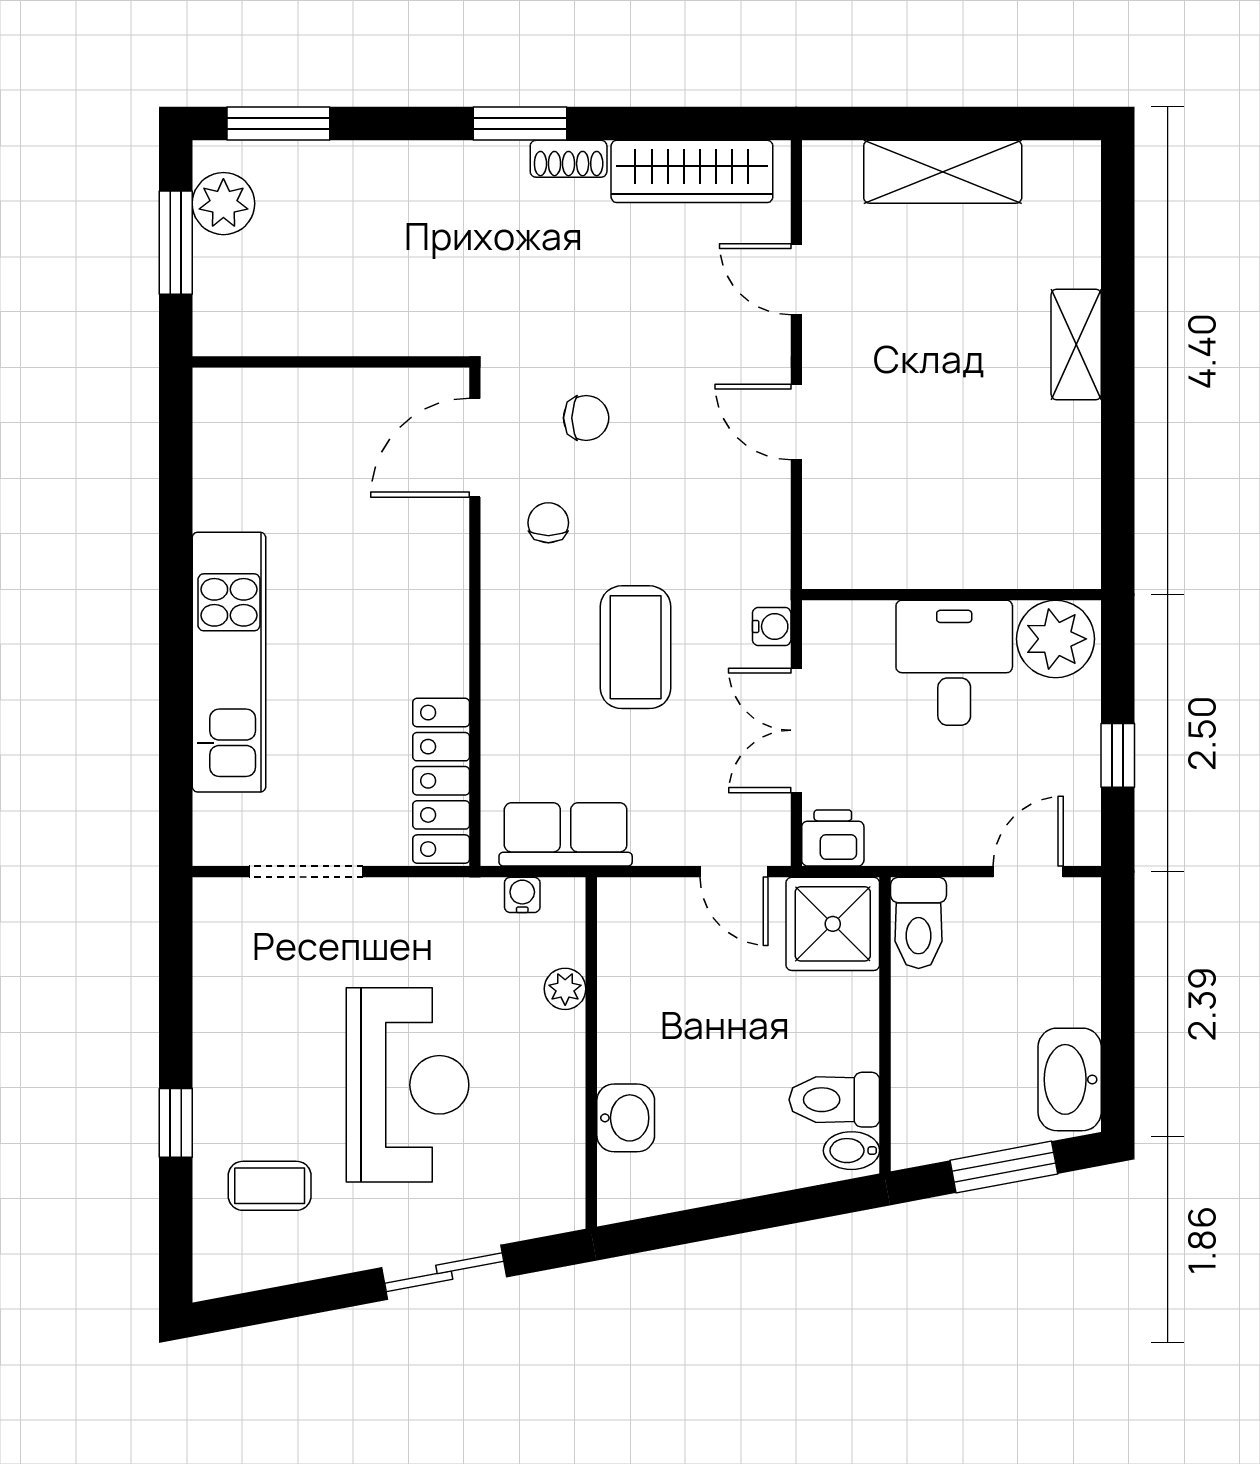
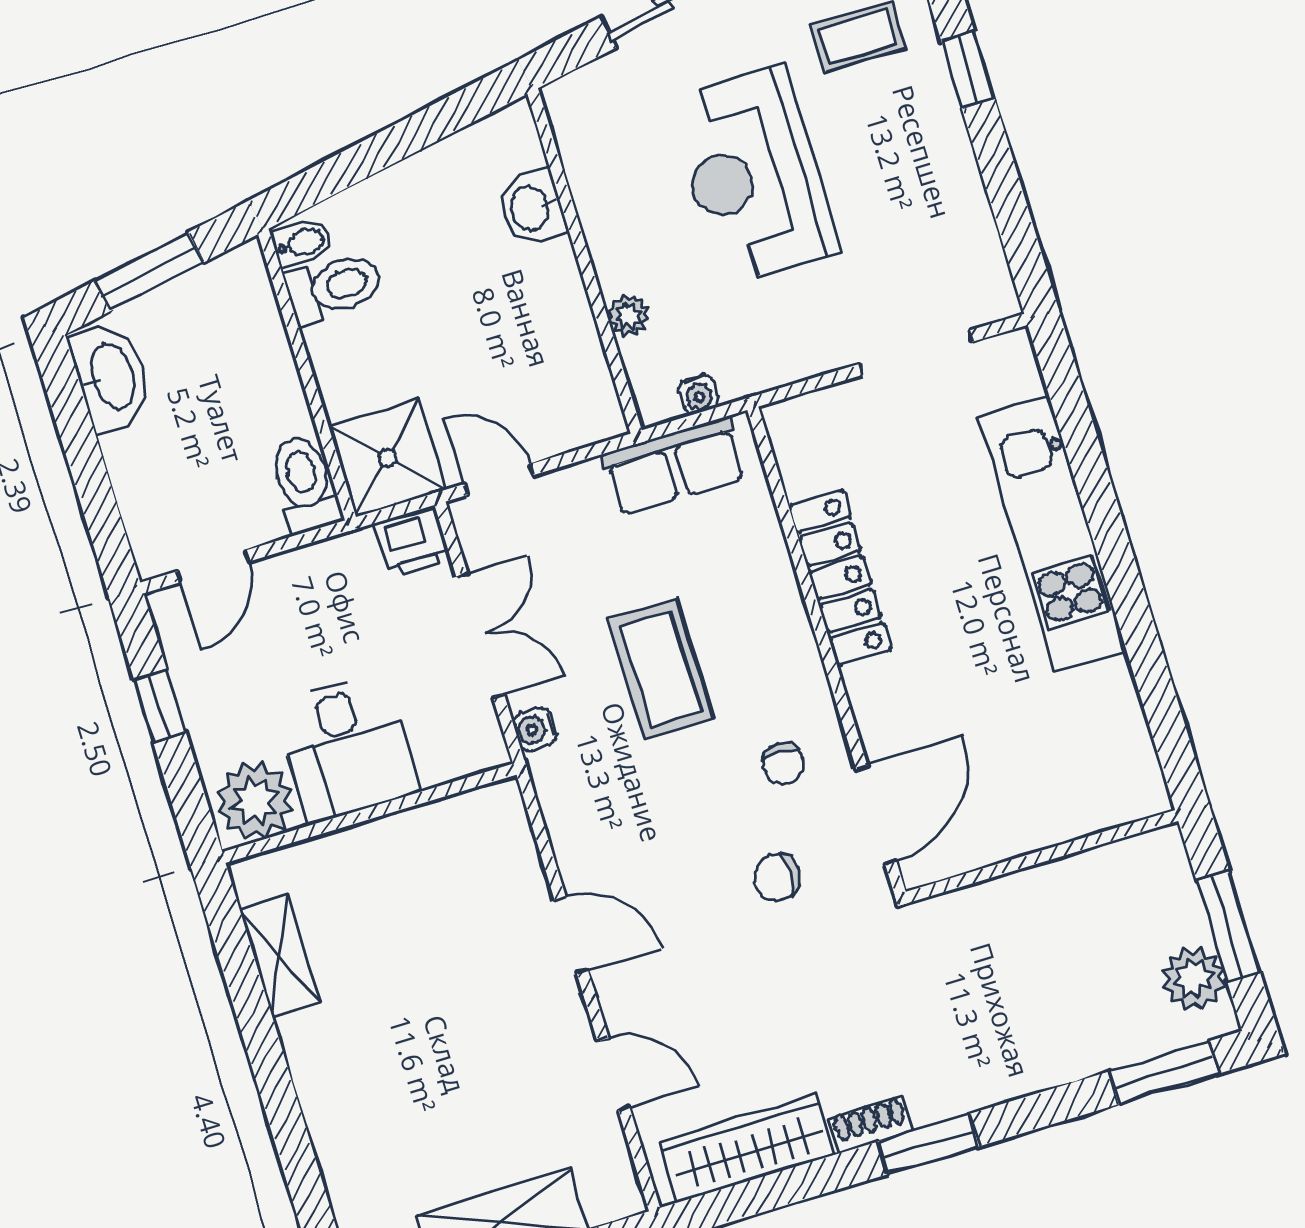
shelving: (1076, 344) -> (280, 956), moved
locker: (441, 781) -> (840, 578), moved

